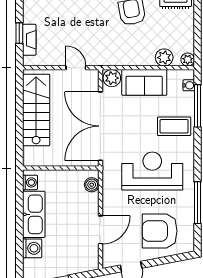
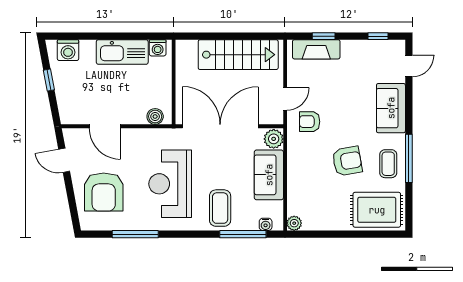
fireplace: (29, 40) -> (316, 49), width x1.37, depth x1.32
armchair: (96, 46) -> (310, 122), added
plant: (164, 58) -> (296, 197), removed
reception desk: (152, 171) -> (170, 184), turned 180
armchair: (160, 231) -> (104, 192), turned 180
washing machine: (32, 248) -> (68, 50), moved

